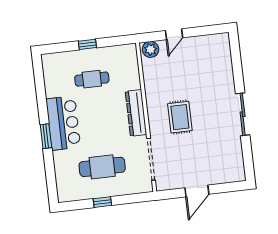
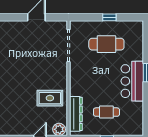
dresser: (136, 113) -> (76, 114), moved
rug: (180, 117) -> (50, 98), moved, turned 90

